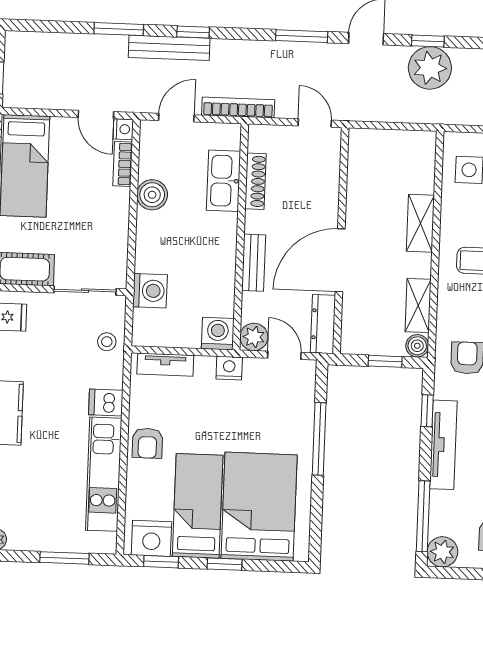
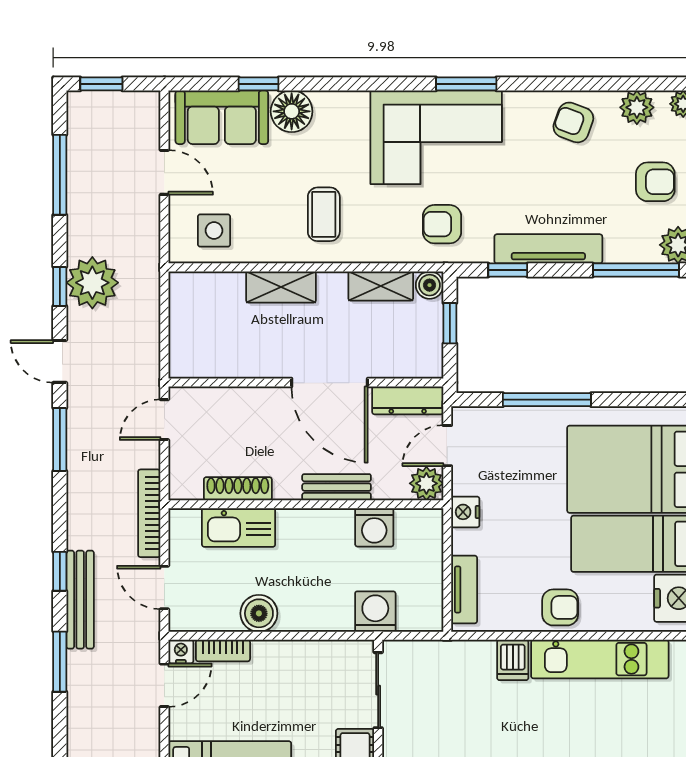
washing machine: (218, 334) -> (374, 527), moved, turned -90
stool: (107, 342) -> (439, 661), removed

